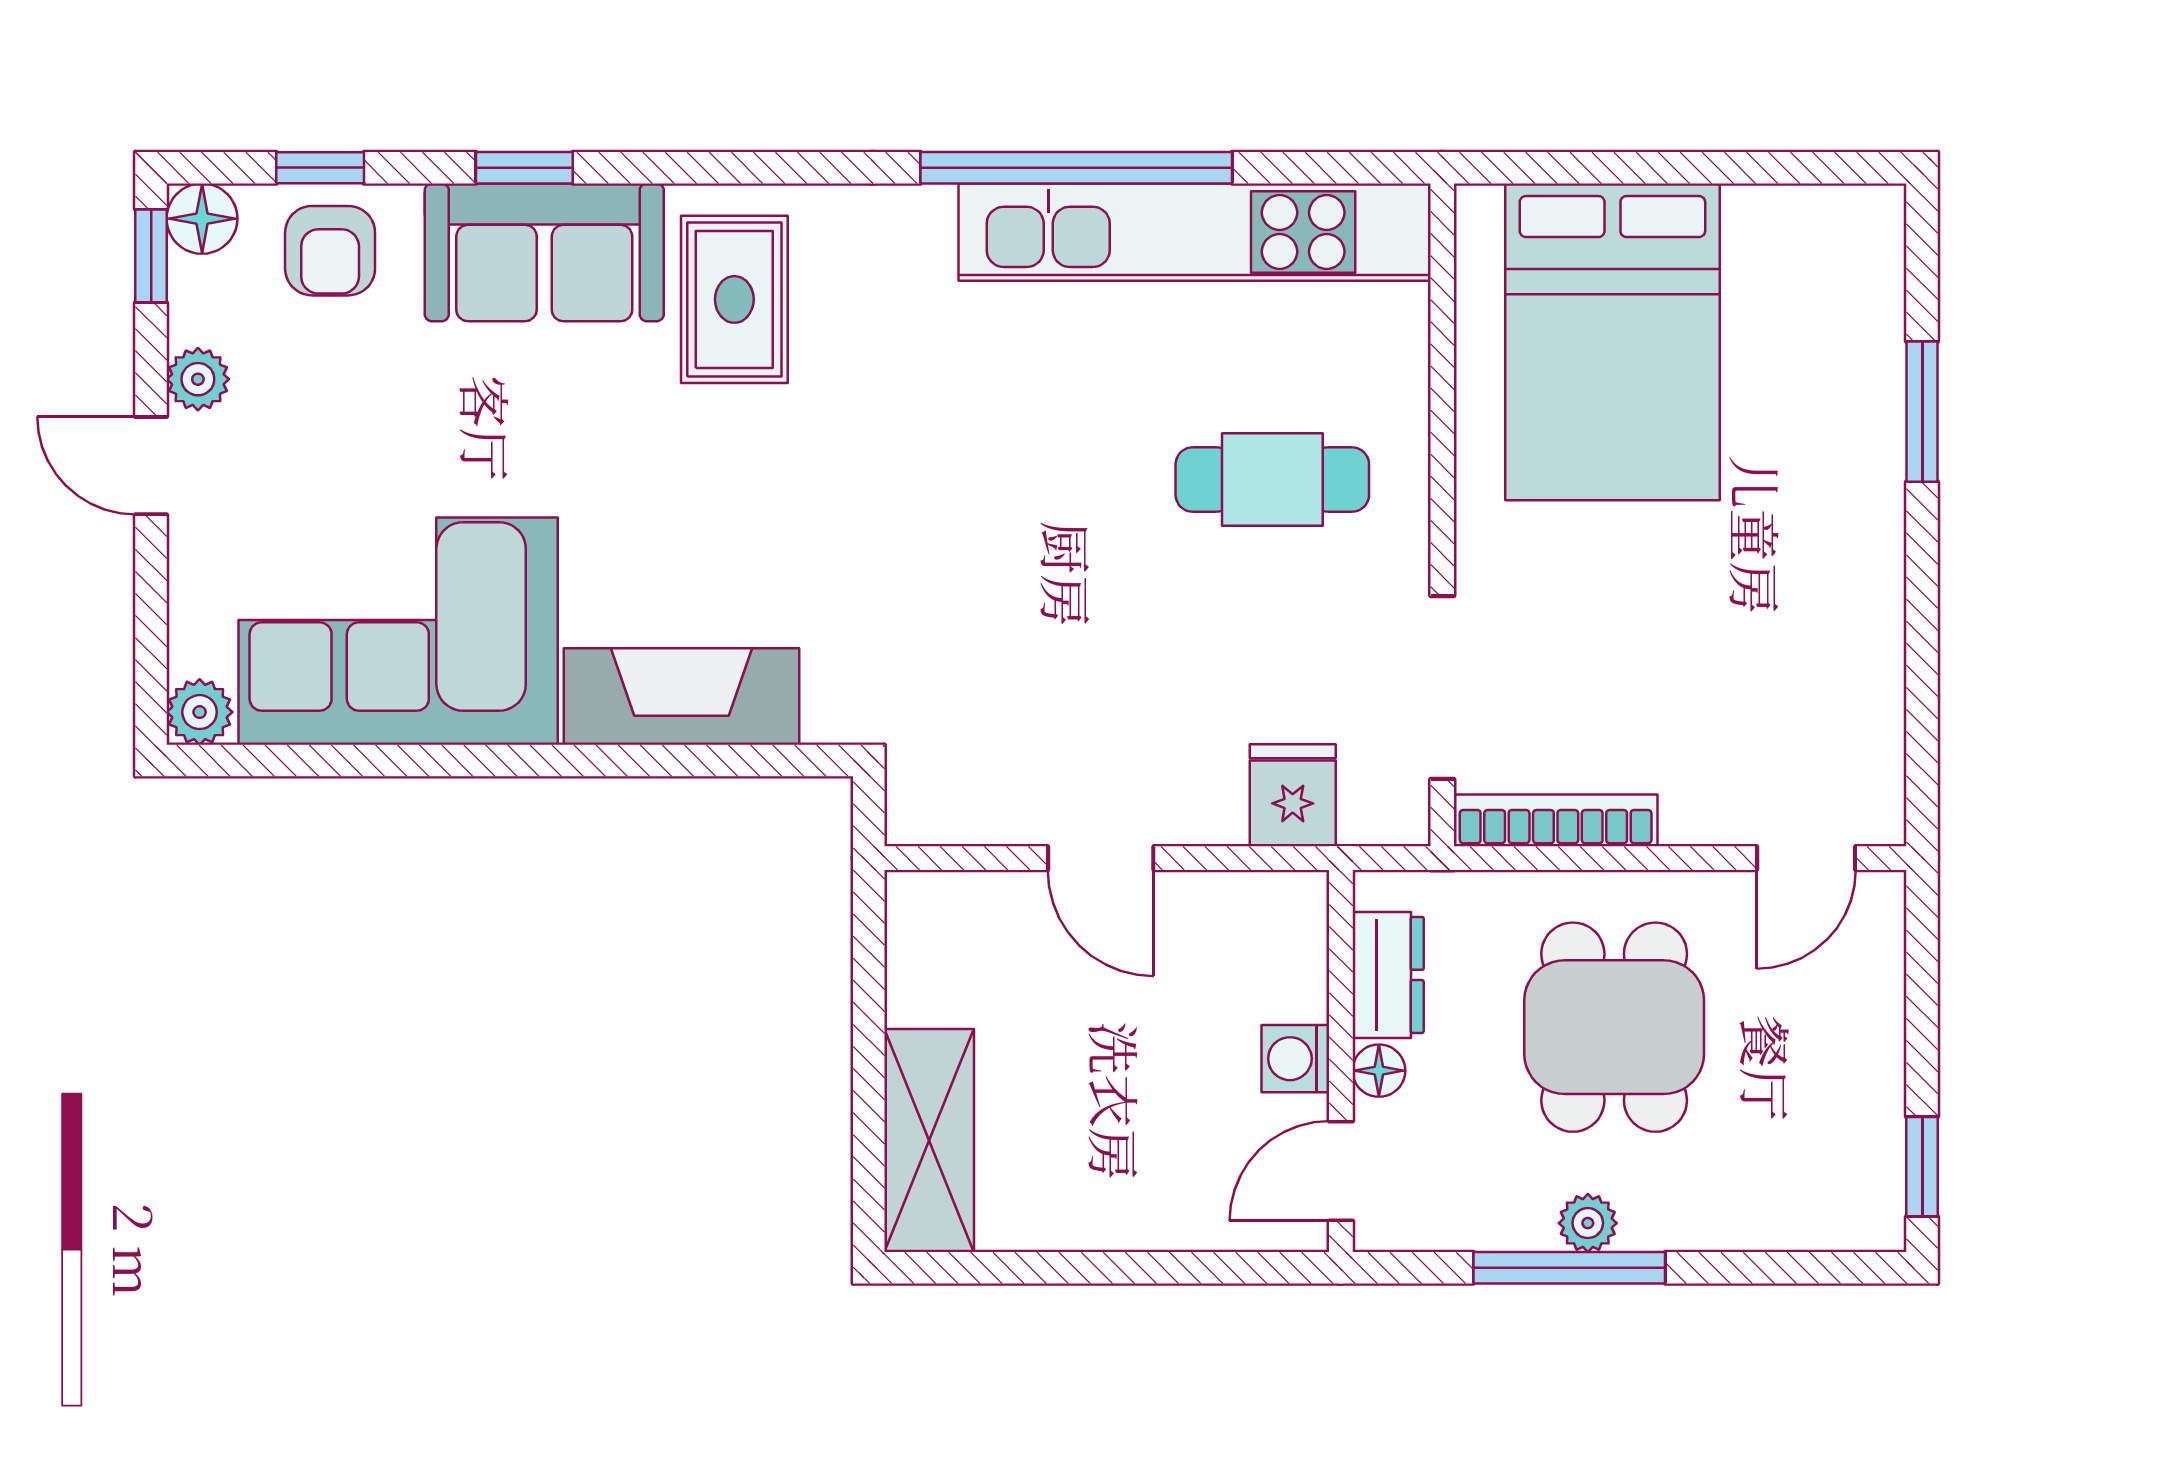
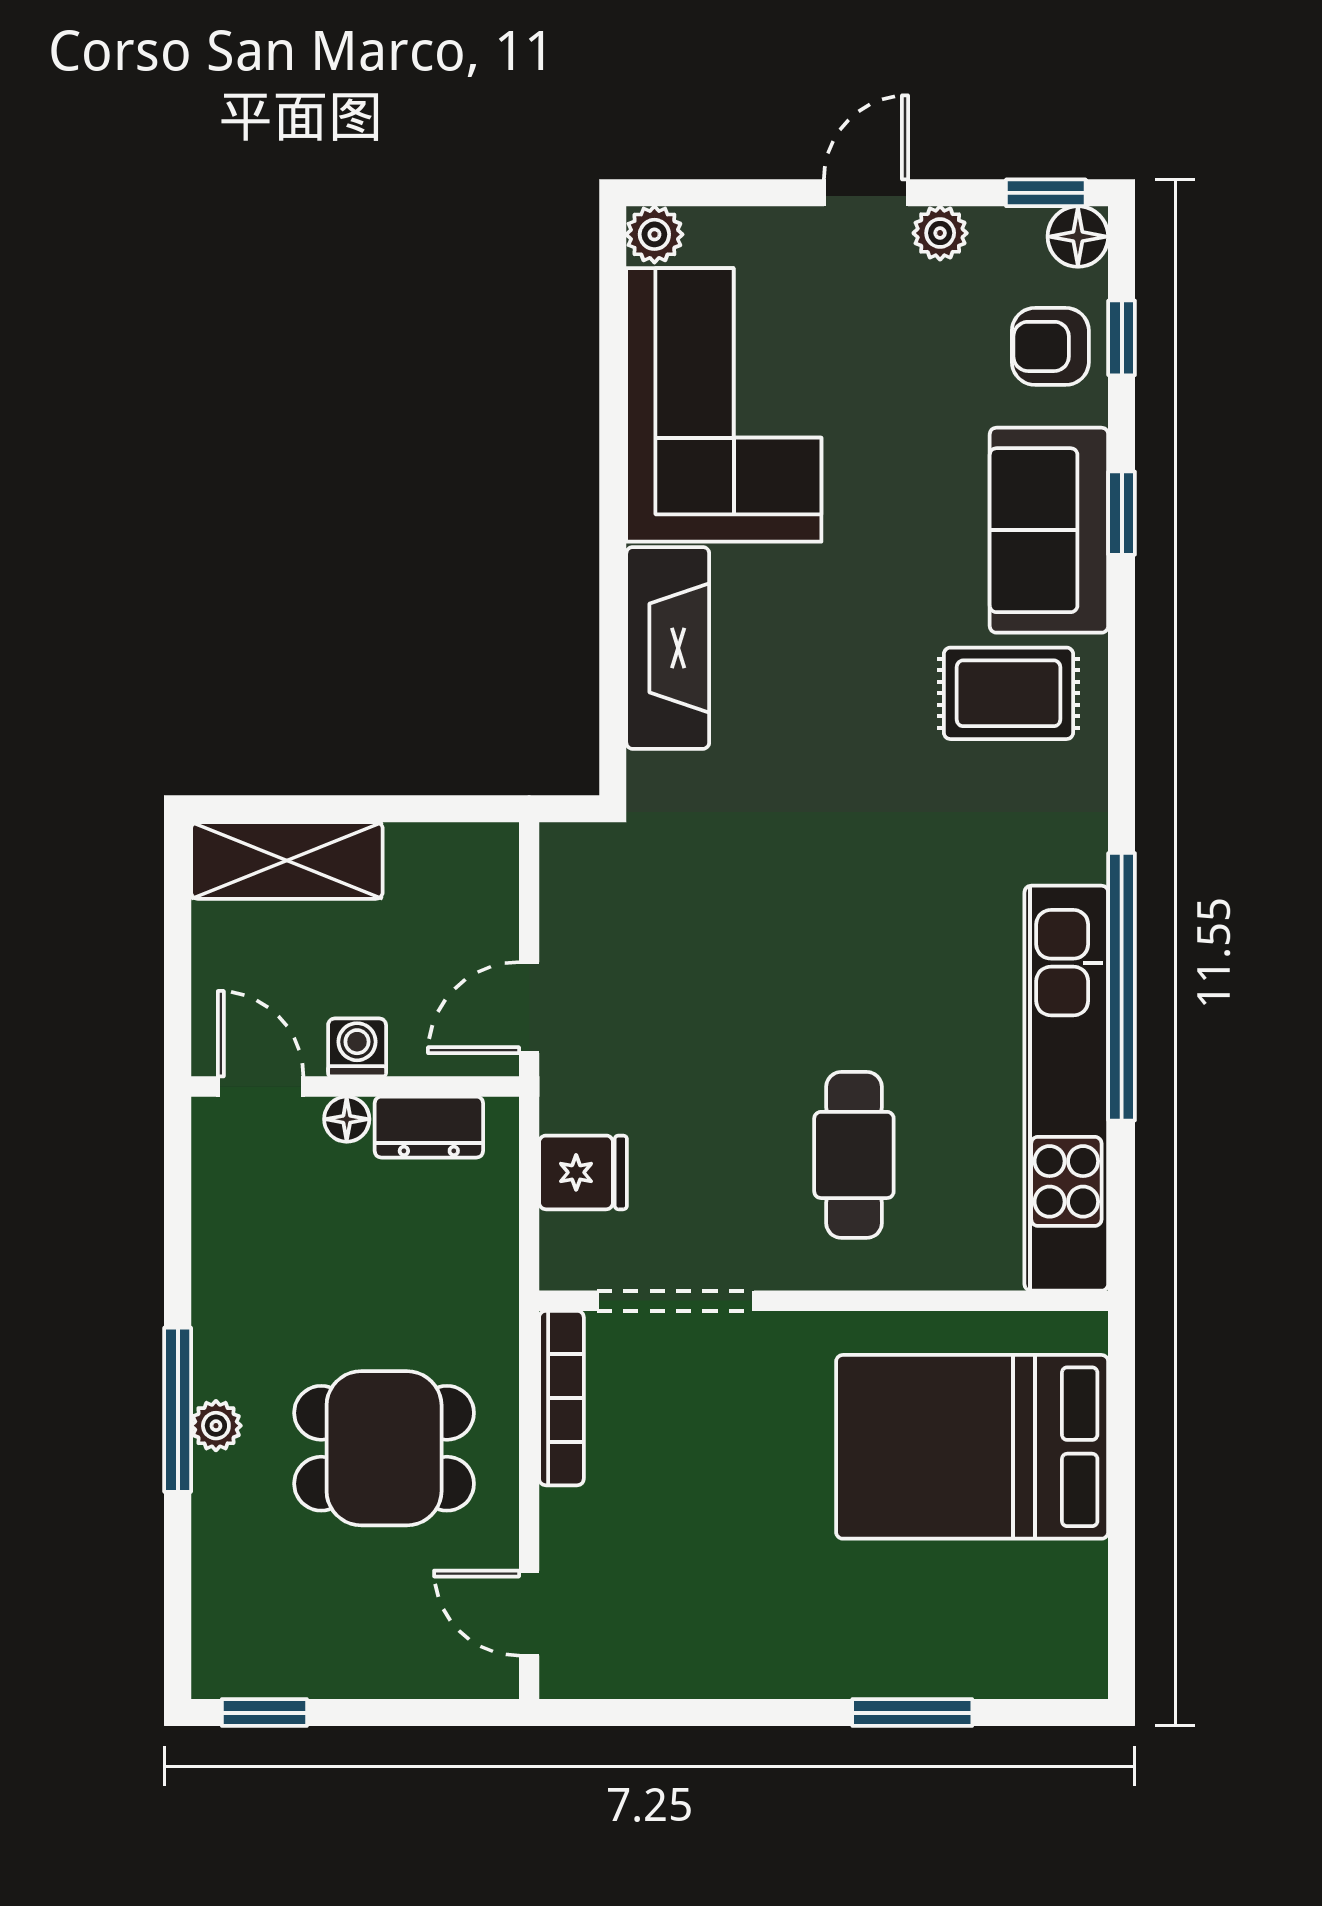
dresser: (1388, 975) -> (429, 1127), moved
washing machine: (1295, 1059) -> (357, 1047), moved
wall: (1341, 1061) -> (355, 1087), moved
floor lamp: (1379, 1071) -> (347, 1119), moved
door: (1341, 1171) -> (261, 1087), moved

